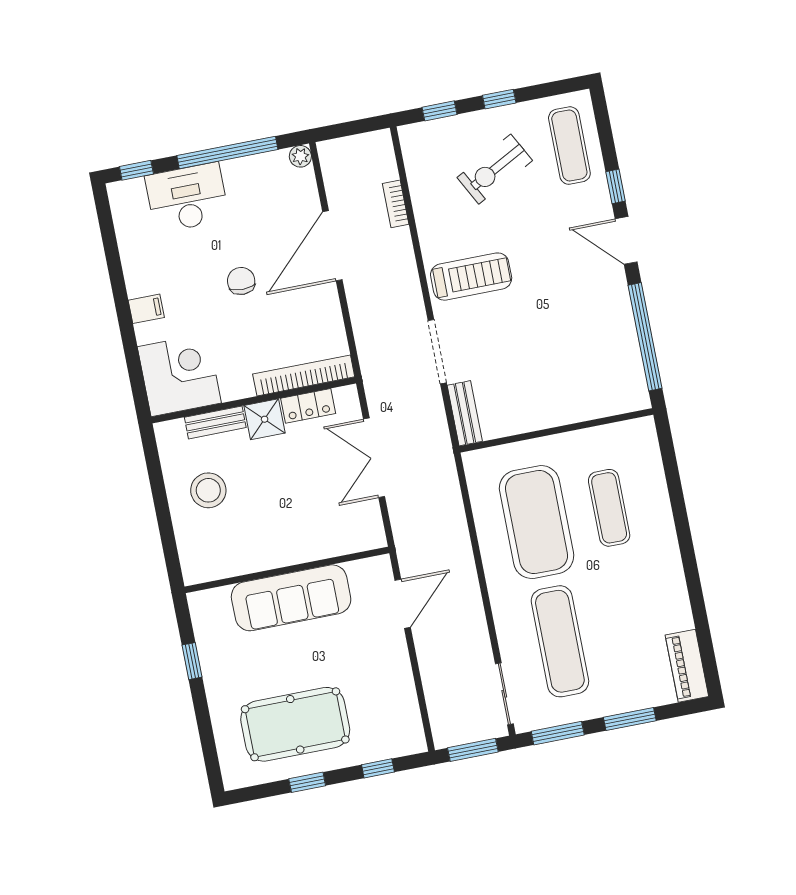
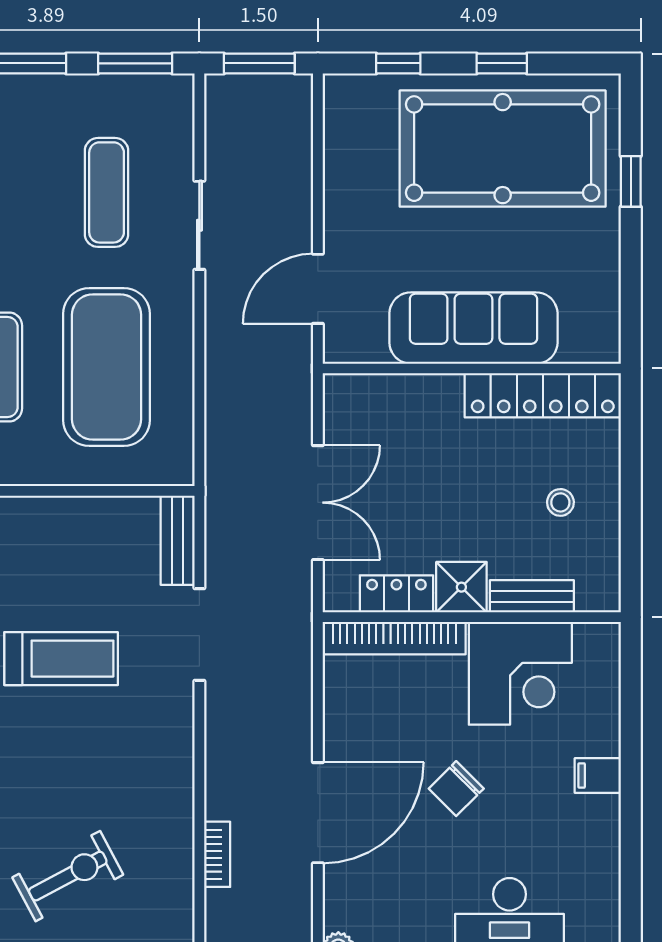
treadmill: (471, 277) -> (61, 659), moved, turned 180
chair: (241, 281) -> (456, 789), turned 45
corner desk: (179, 375) -> (520, 673), moved, turned -90
stool: (208, 490) -> (560, 502), width x0.53, depth x0.53
locker: (235, 561) -> (543, 395), added
exercise mat: (560, 641) -> (107, 192), width x0.73, depth x0.69
window: (192, 661) -> (631, 181), moved
sliding door: (504, 694) -> (199, 225), moved
pool table: (295, 724) -> (503, 149), width x1.36, depth x1.32

